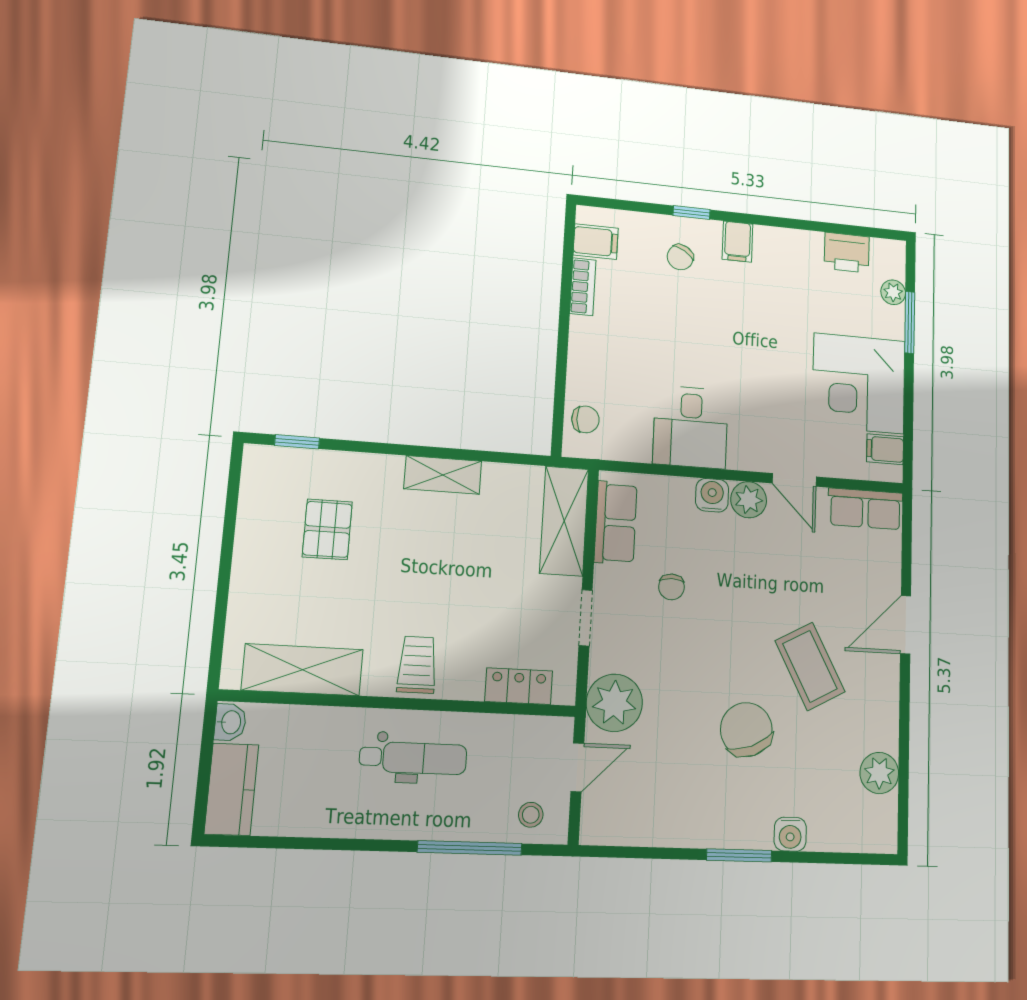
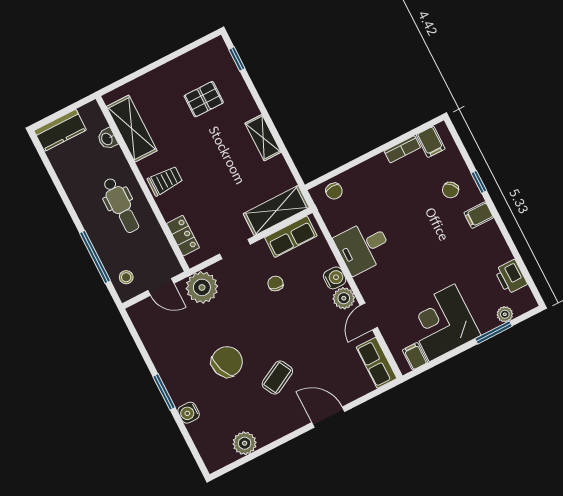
chair: (680, 257) -> (451, 190), turned -73
chair: (671, 587) -> (275, 283), turned 101
coffee table: (810, 666) -> (277, 377), width x0.73, depth x0.77
washbasin: (230, 722) -> (107, 139), moved, turned 90

